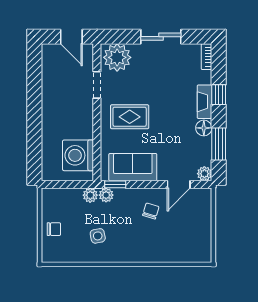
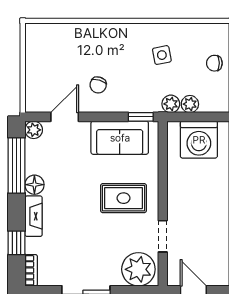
window: (219, 95) -> (17, 243), moved
window: (219, 144) -> (17, 165), width x1.44
washing machine: (78, 155) -> (199, 140), moved, turned 90
plant: (106, 195) -> (190, 104), moved

